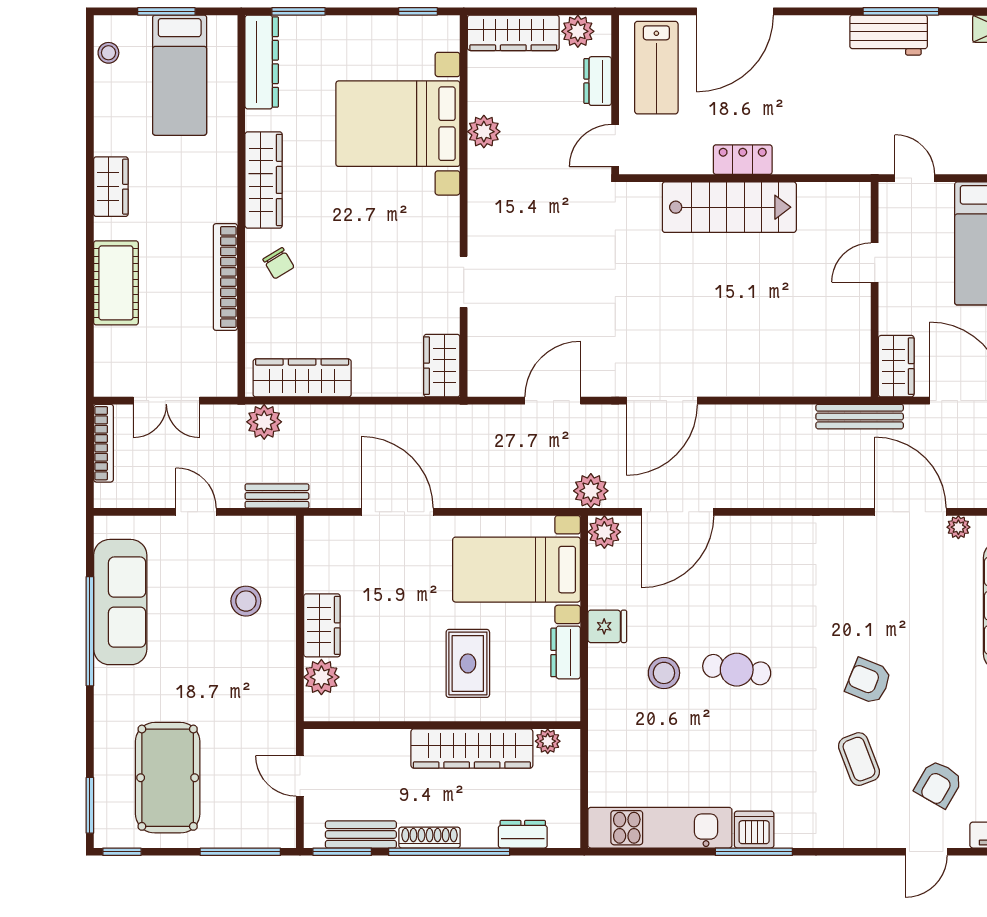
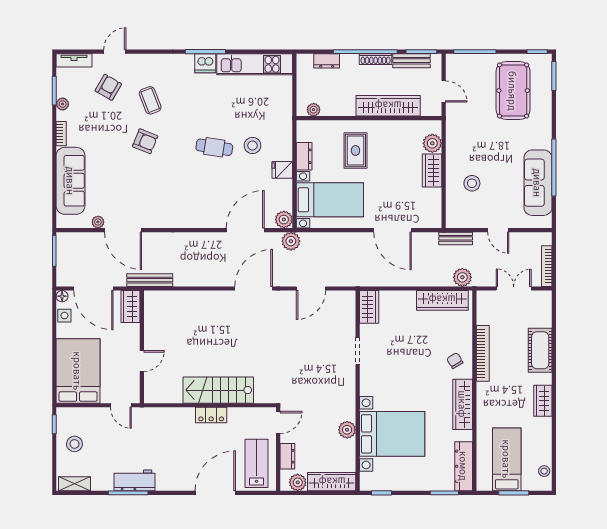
wardrobe: (472, 748) -> (388, 106), moved

